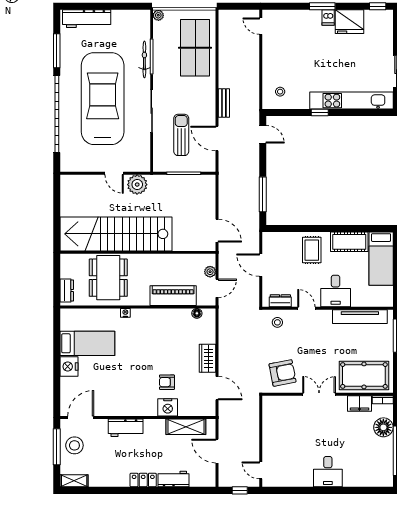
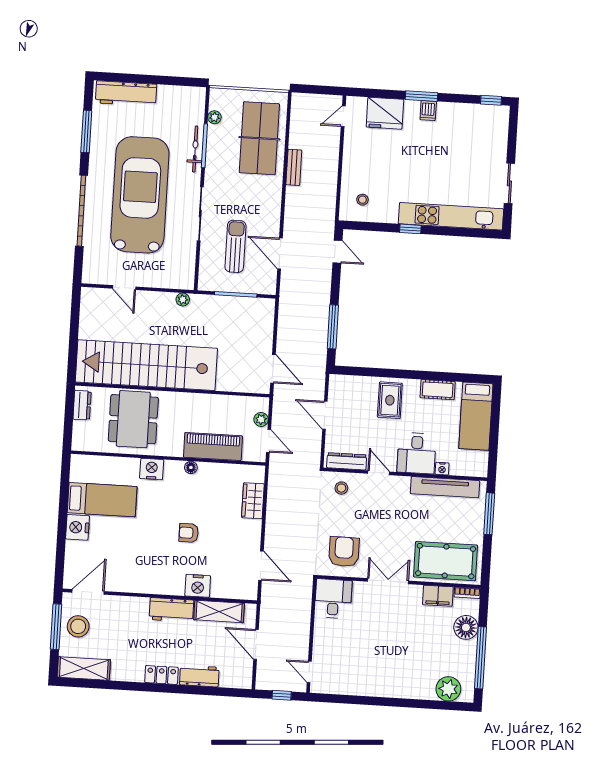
plant: (158, 15) -> (214, 117), moved
fridge: (350, 22) -> (385, 113), moved
door: (261, 26) -> (343, 116), hinge flipped
bench: (224, 103) -> (294, 167), moved
garage door: (57, 114) -> (81, 211), width x0.73
door: (114, 173) -> (124, 288), moved
plant: (137, 185) -> (183, 299), width x0.53, depth x0.53
cot: (349, 242) -> (438, 390), width x0.73, depth x0.75
door: (217, 288) -> (269, 441), hinge flipped
dresser: (67, 291) -> (82, 405), moved
dresser: (280, 301) -> (347, 461), width x1.44
nightstand: (357, 302) -> (442, 469), added
nightstand: (125, 313) -> (152, 469), width x1.89, depth x1.79
floor lamp: (197, 313) -> (191, 467), moved
wardrobe: (208, 358) -> (253, 501), moved
armchair: (283, 373) -> (344, 552), turned -79
armchair: (167, 382) -> (189, 533), moved
workbench: (126, 428) -> (171, 610), moved
desk: (328, 472) -> (333, 599), moved, turned 180
plant: (372, 477) -> (448, 689), added
shelving: (74, 481) -> (84, 668), width x1.50, depth x1.33

